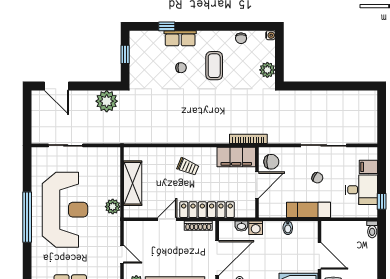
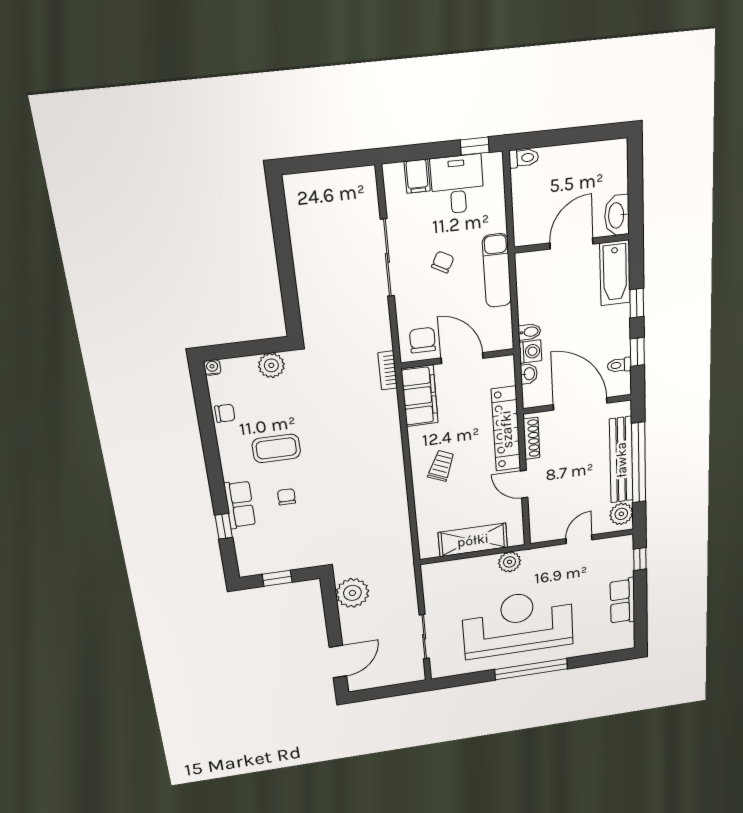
bookcase: (248, 139) -> (388, 370), width x0.64
bidet: (288, 228) -> (530, 332), moved

